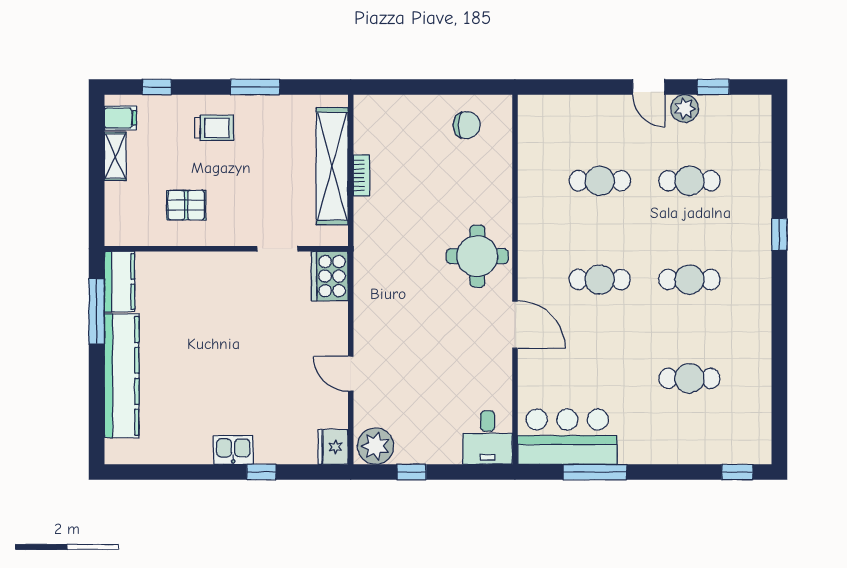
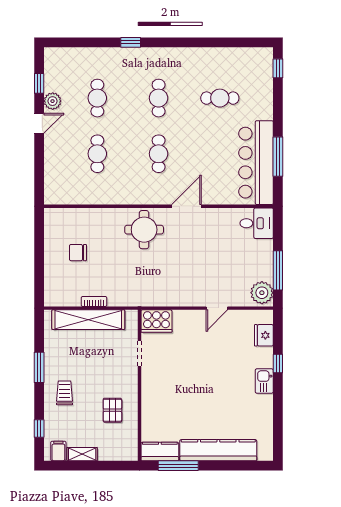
chair: (467, 125) -> (78, 253), moved, turned -90
cafe table: (689, 378) -> (220, 98), turned 90
bar counter: (567, 437) -> (256, 163), width x1.36
fridge: (333, 447) -> (264, 335), moved, turned 90
window: (412, 472) -> (278, 270), width x2.17

